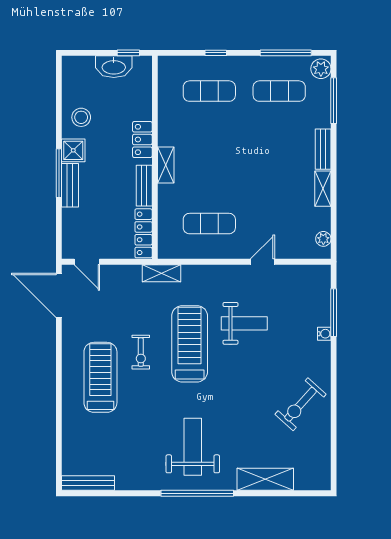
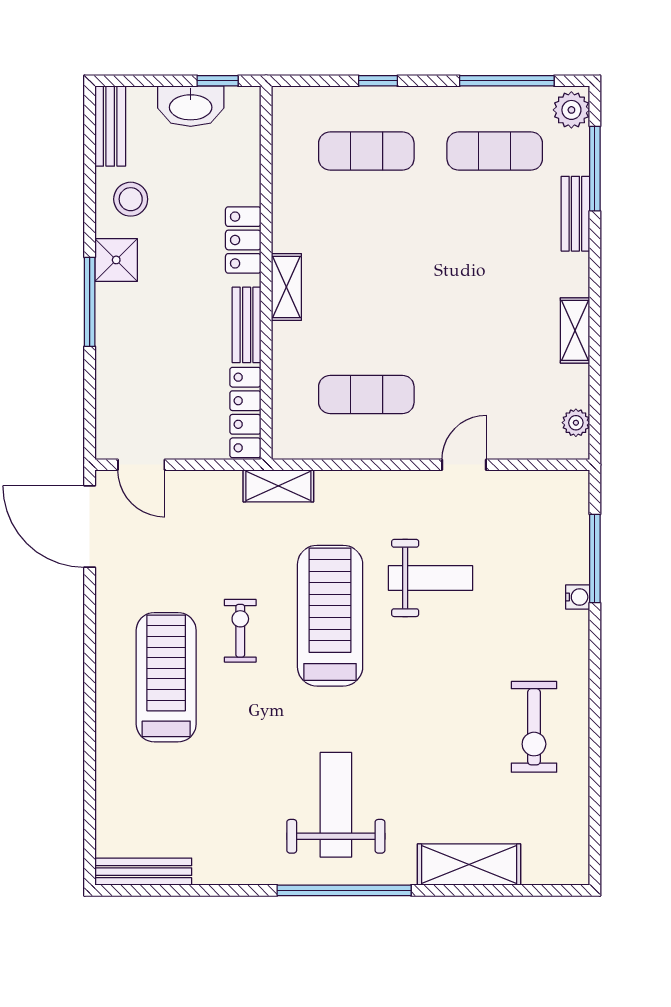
bench: (323, 149) -> (575, 214), moved
bench: (70, 185) -> (110, 126), moved
exercise bike: (141, 352) -> (240, 631), turned 180
exercise bike: (301, 404) -> (534, 727), turned -42

